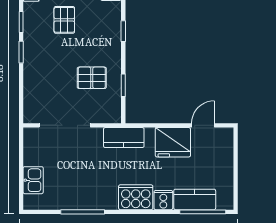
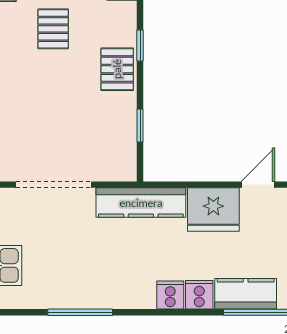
pallet: (92, 78) -> (117, 69), moved, turned 90
kitchen counter: (124, 138) -> (141, 203), width x1.50
cooker: (136, 197) -> (170, 295), width x0.53, depth x0.76

